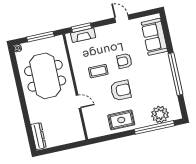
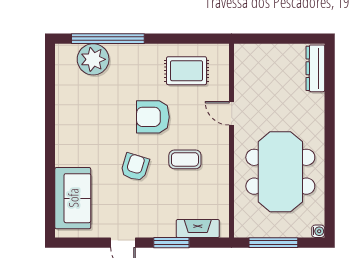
window: (81, 28) -> (171, 243), moved
armchair: (124, 61) -> (135, 167), turned -73
window: (176, 74) -> (50, 124), removed
rug: (121, 120) -> (187, 71), moved

